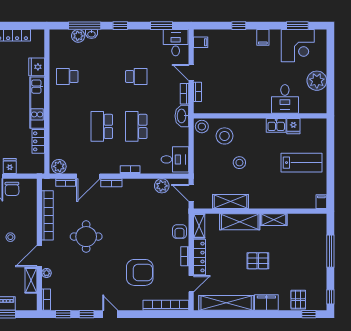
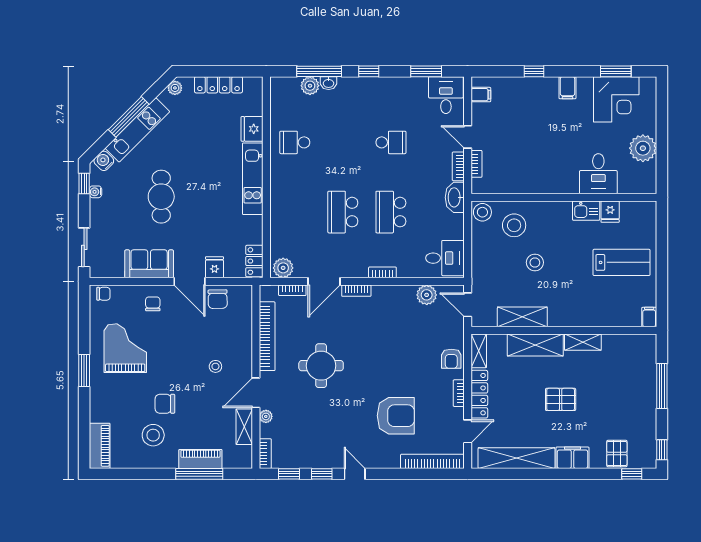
locker: (38, 141) -> (254, 261), moved

